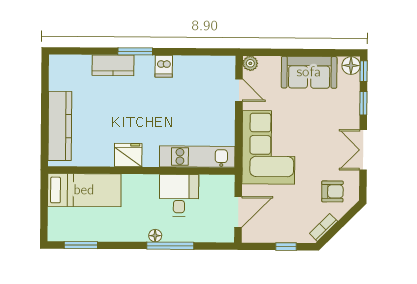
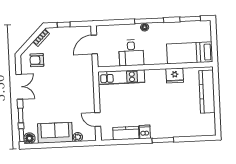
plant: (250, 63) -> (78, 137), moved
kitchen counter: (113, 65) -> (126, 133), moved
corner sofa: (268, 147) -> (78, 85), removed
fridge: (128, 155) -> (175, 75), moved
window: (170, 246) -> (149, 21), moved

